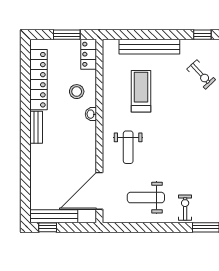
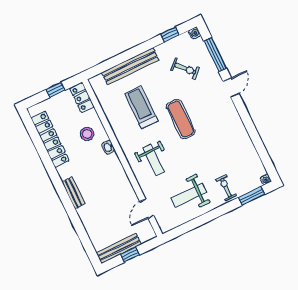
window: (67, 35) -> (55, 90), width x0.67
exercise mat: (173, 121) -> (181, 119), added
bench: (36, 127) -> (73, 193), moved
door: (99, 191) -> (147, 209), width x0.53
window: (48, 227) -> (130, 255), moved

